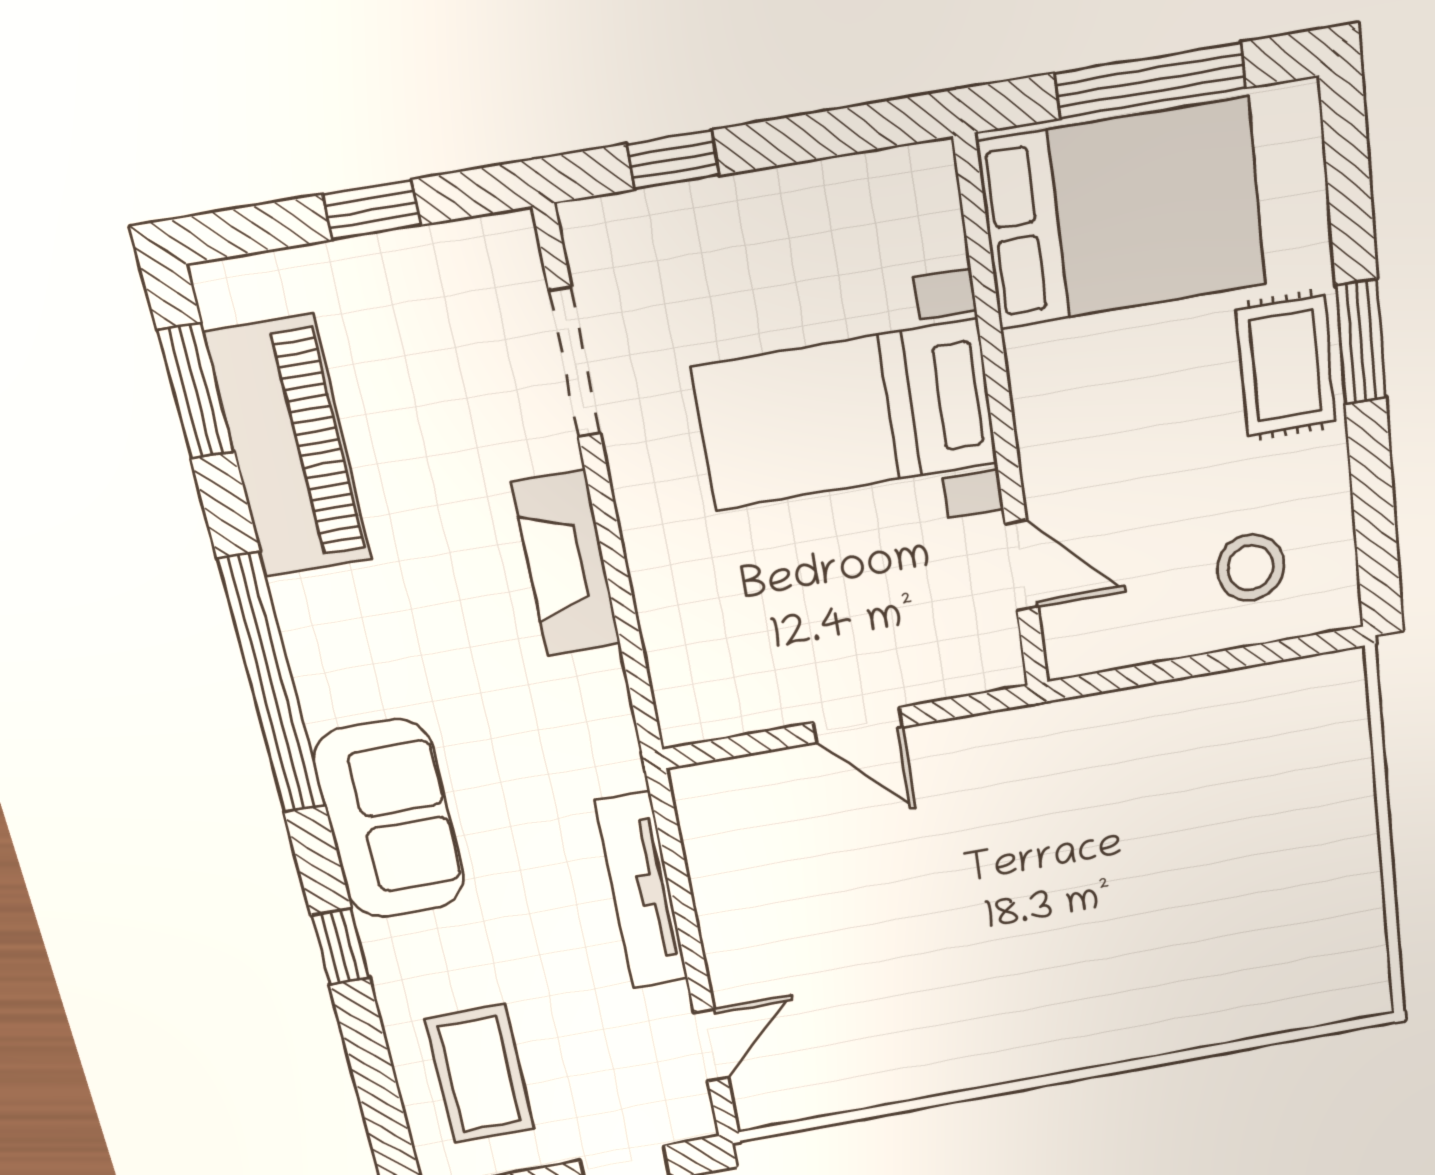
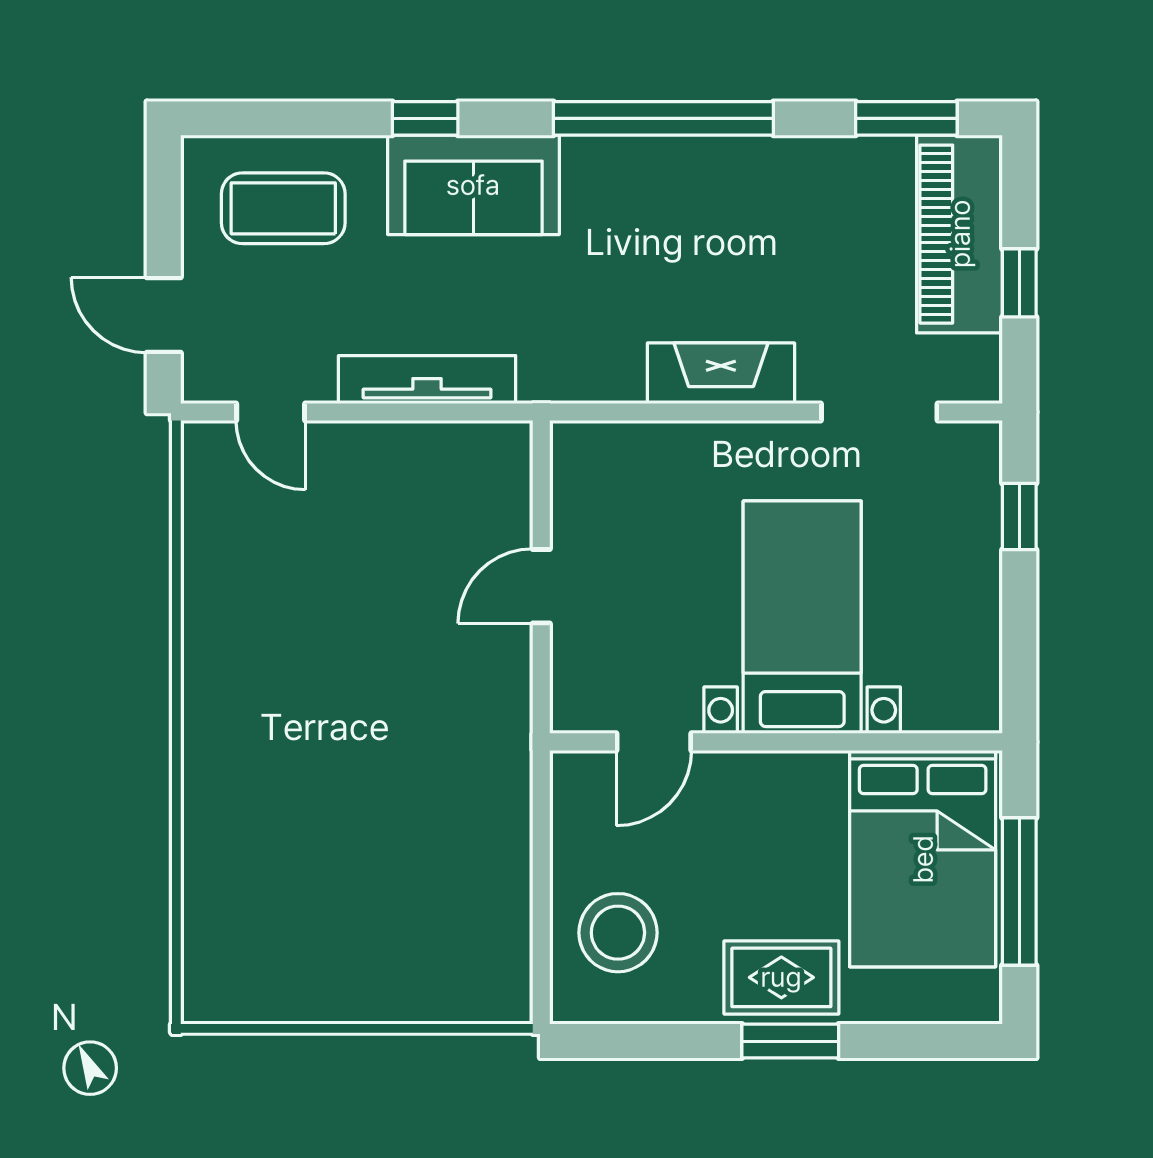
piano: (289, 447) -> (960, 234), moved, turned 90
stool: (1251, 568) -> (618, 933), width x1.38, depth x1.38
sofa: (389, 819) -> (473, 185), moved

